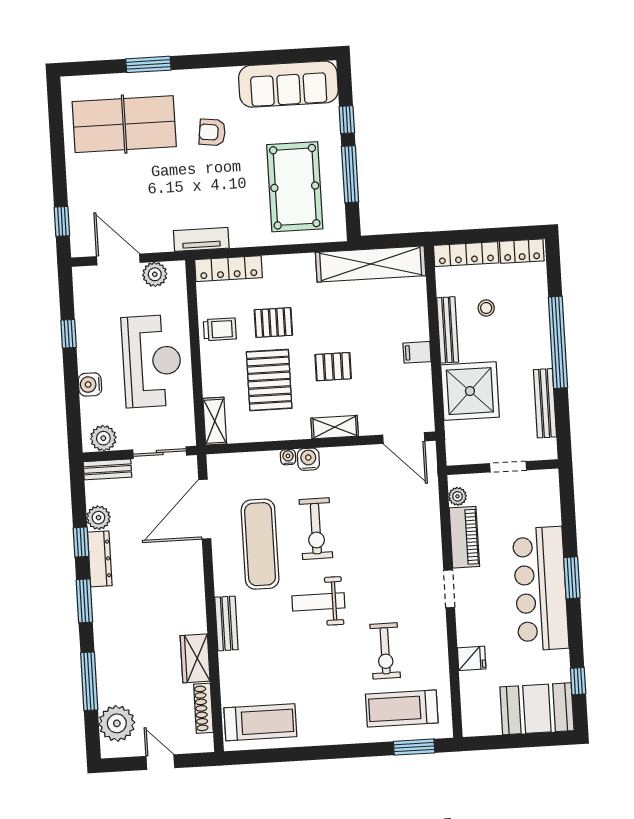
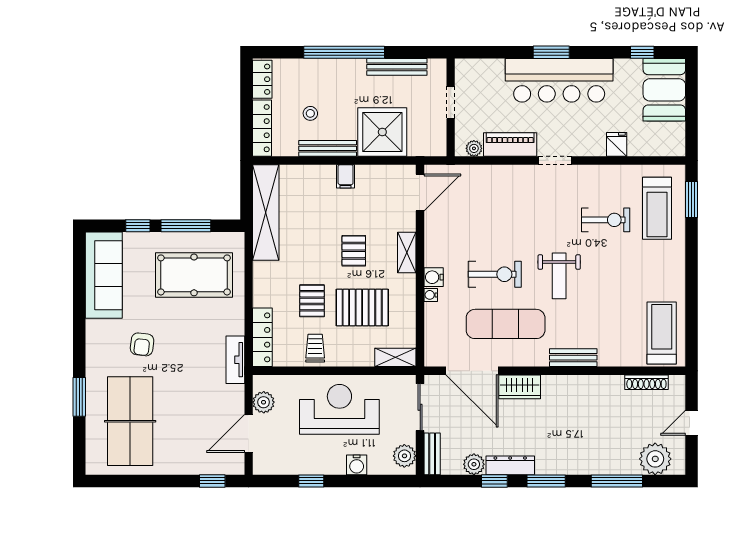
wardrobe: (195, 658) -> (520, 387), moved

